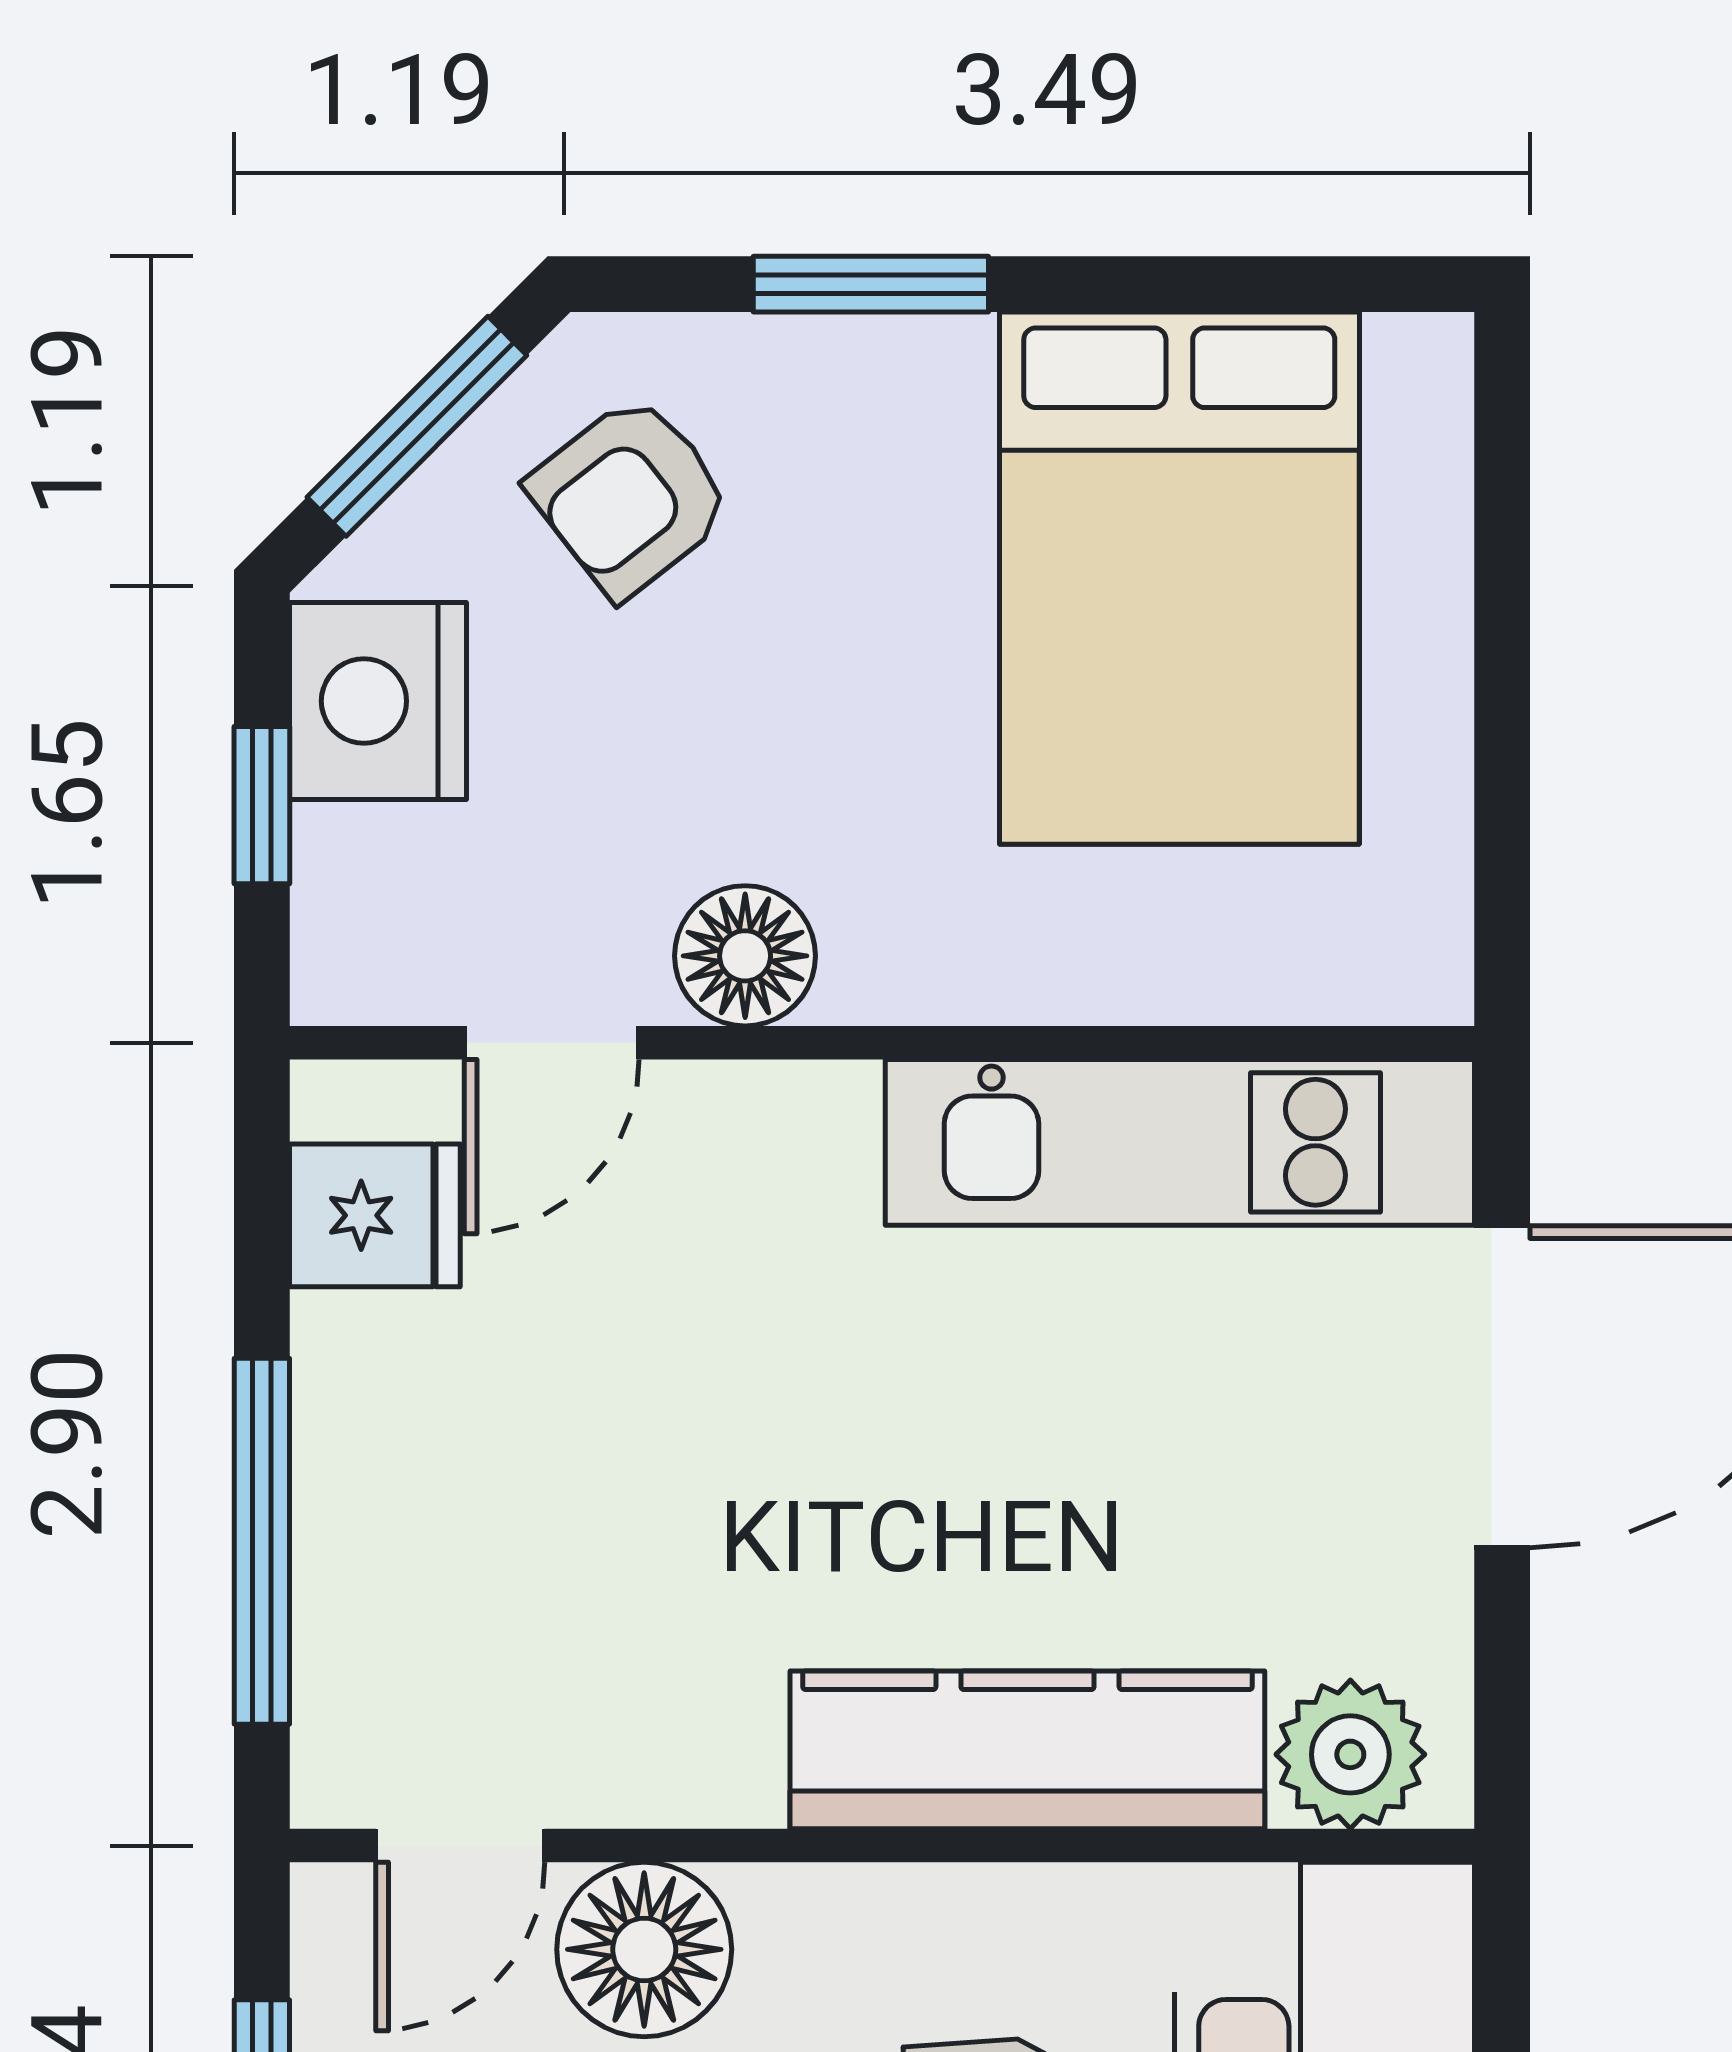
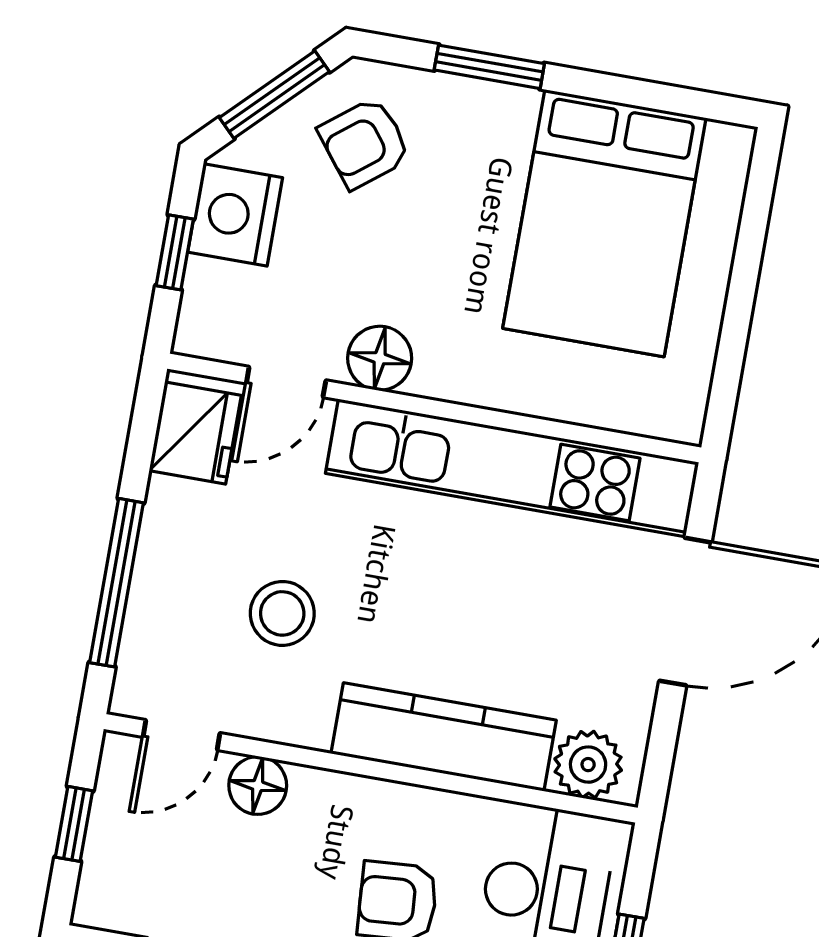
kitchen unit: (1180, 1142) -> (512, 468), width x1.36
fridge: (375, 1215) -> (195, 433), width x1.38
stool: (632, 1544) -> (282, 613), added
floor lamp: (644, 1949) -> (258, 786), width x0.73, depth x0.73

